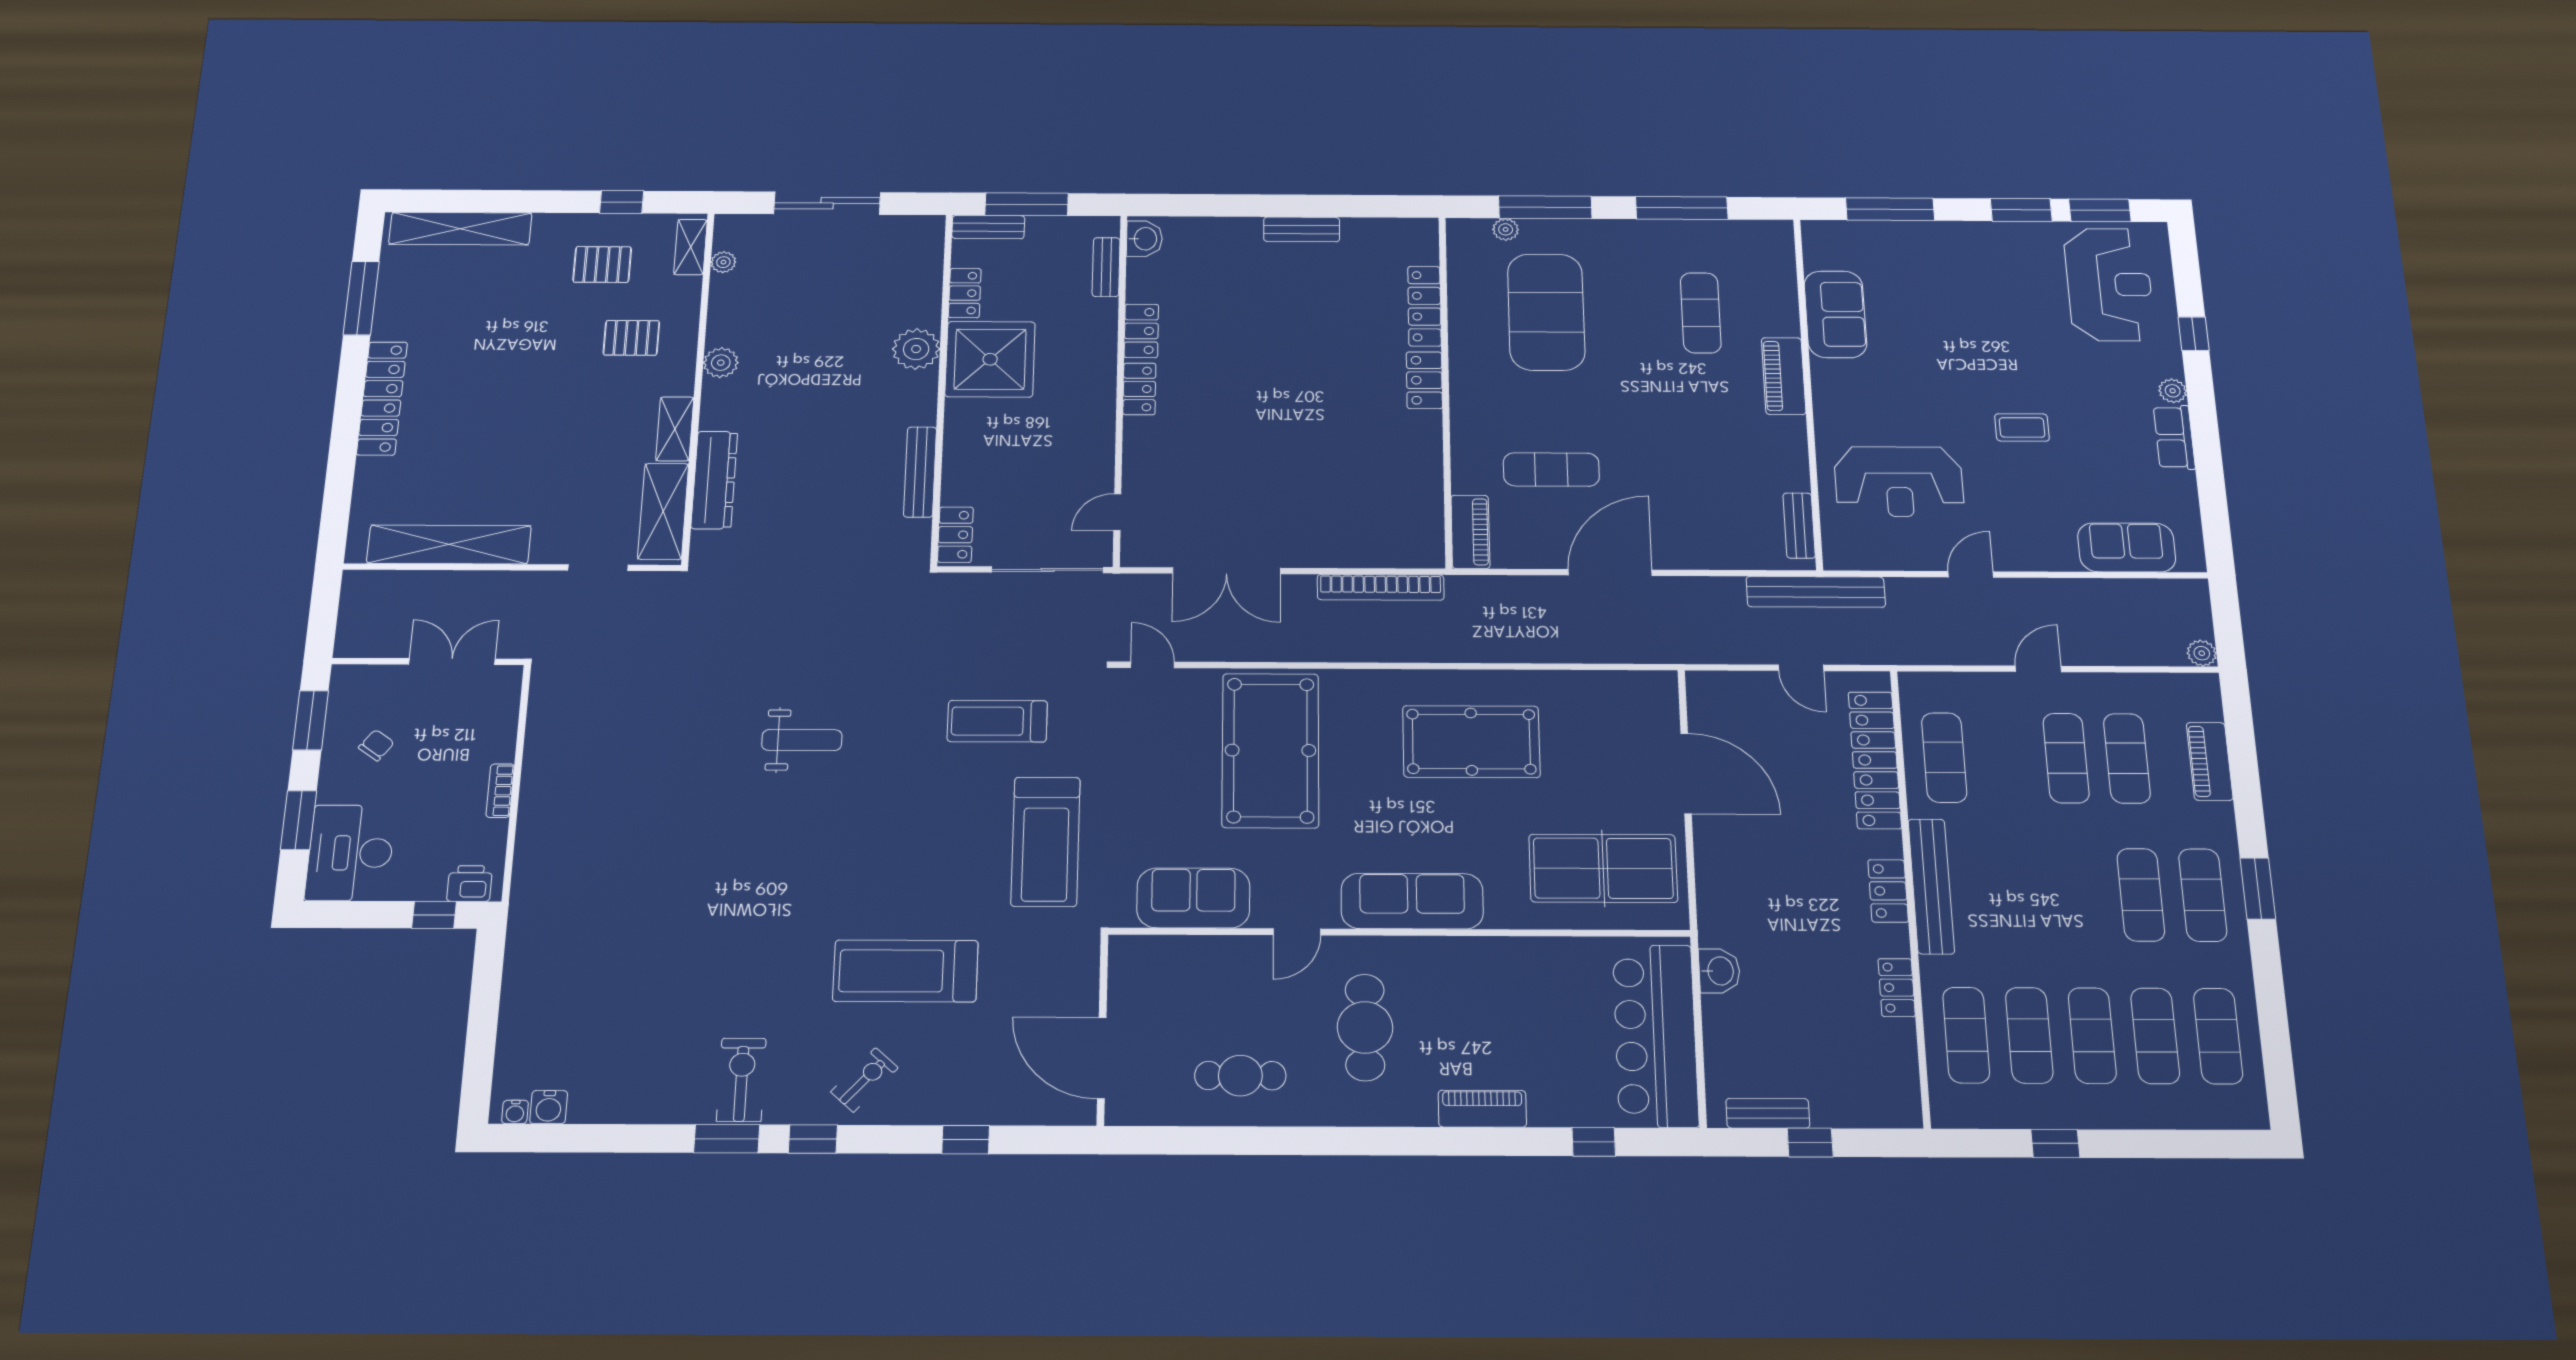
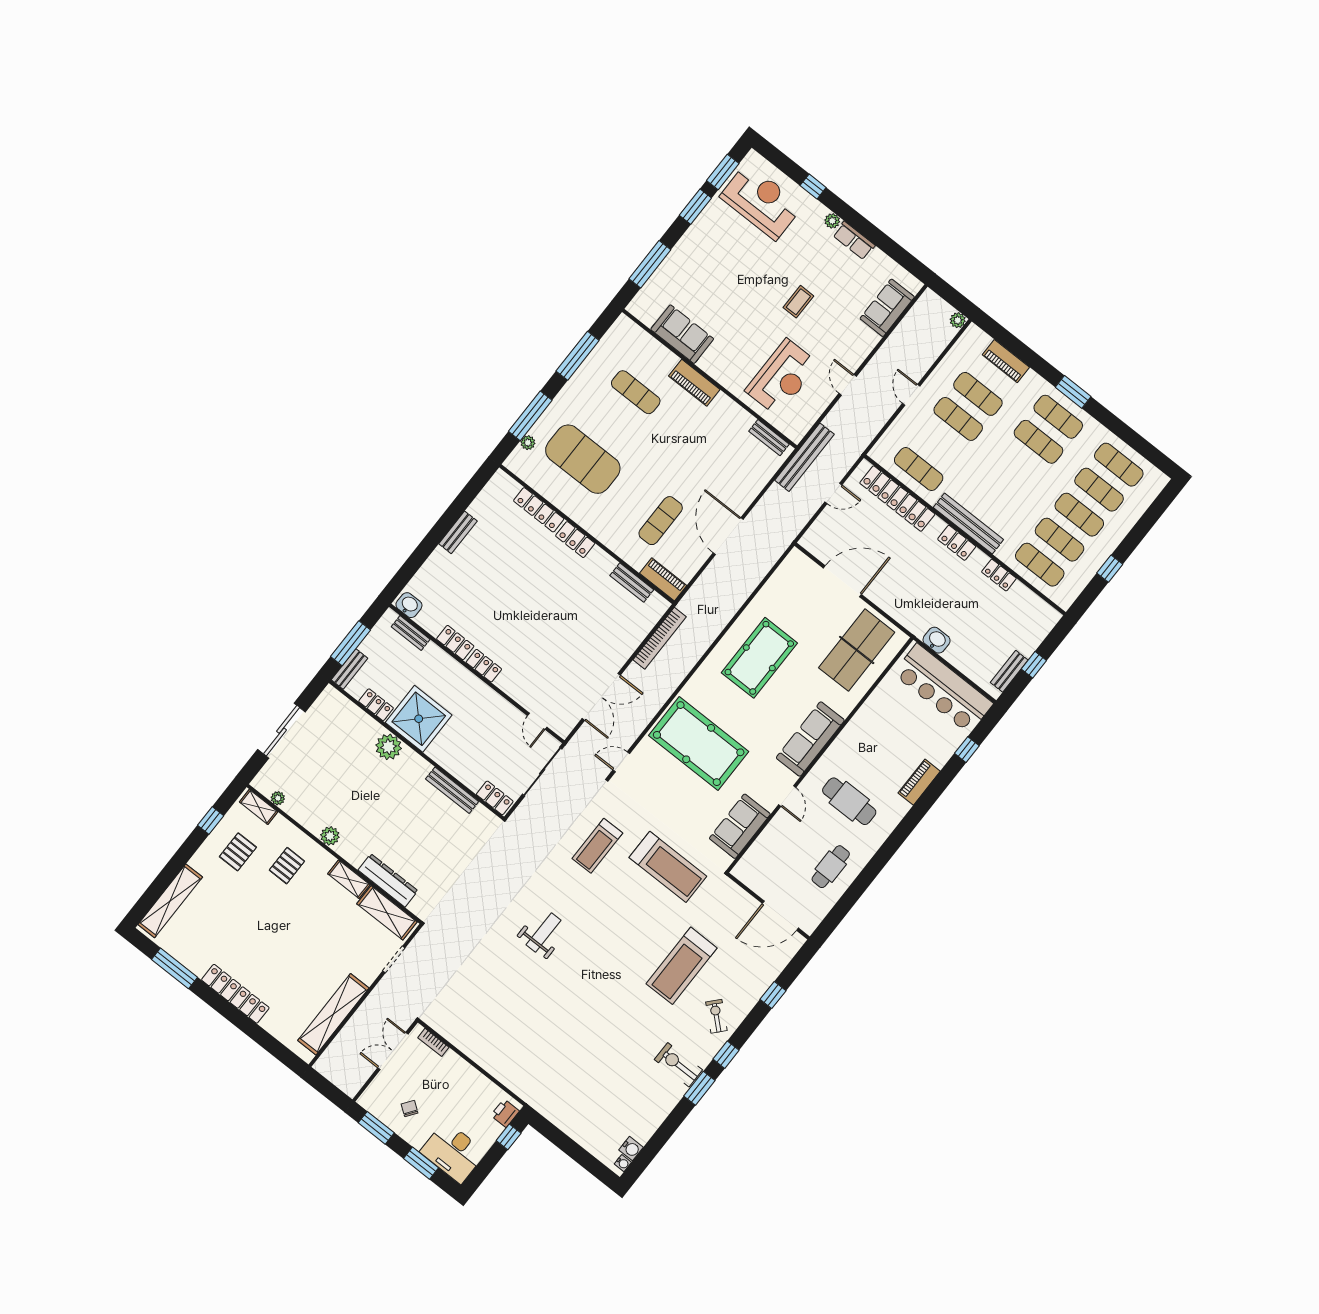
bench: (1429, 495) -> (632, 583), added
bookcase: (500, 791) -> (433, 1042), moved

